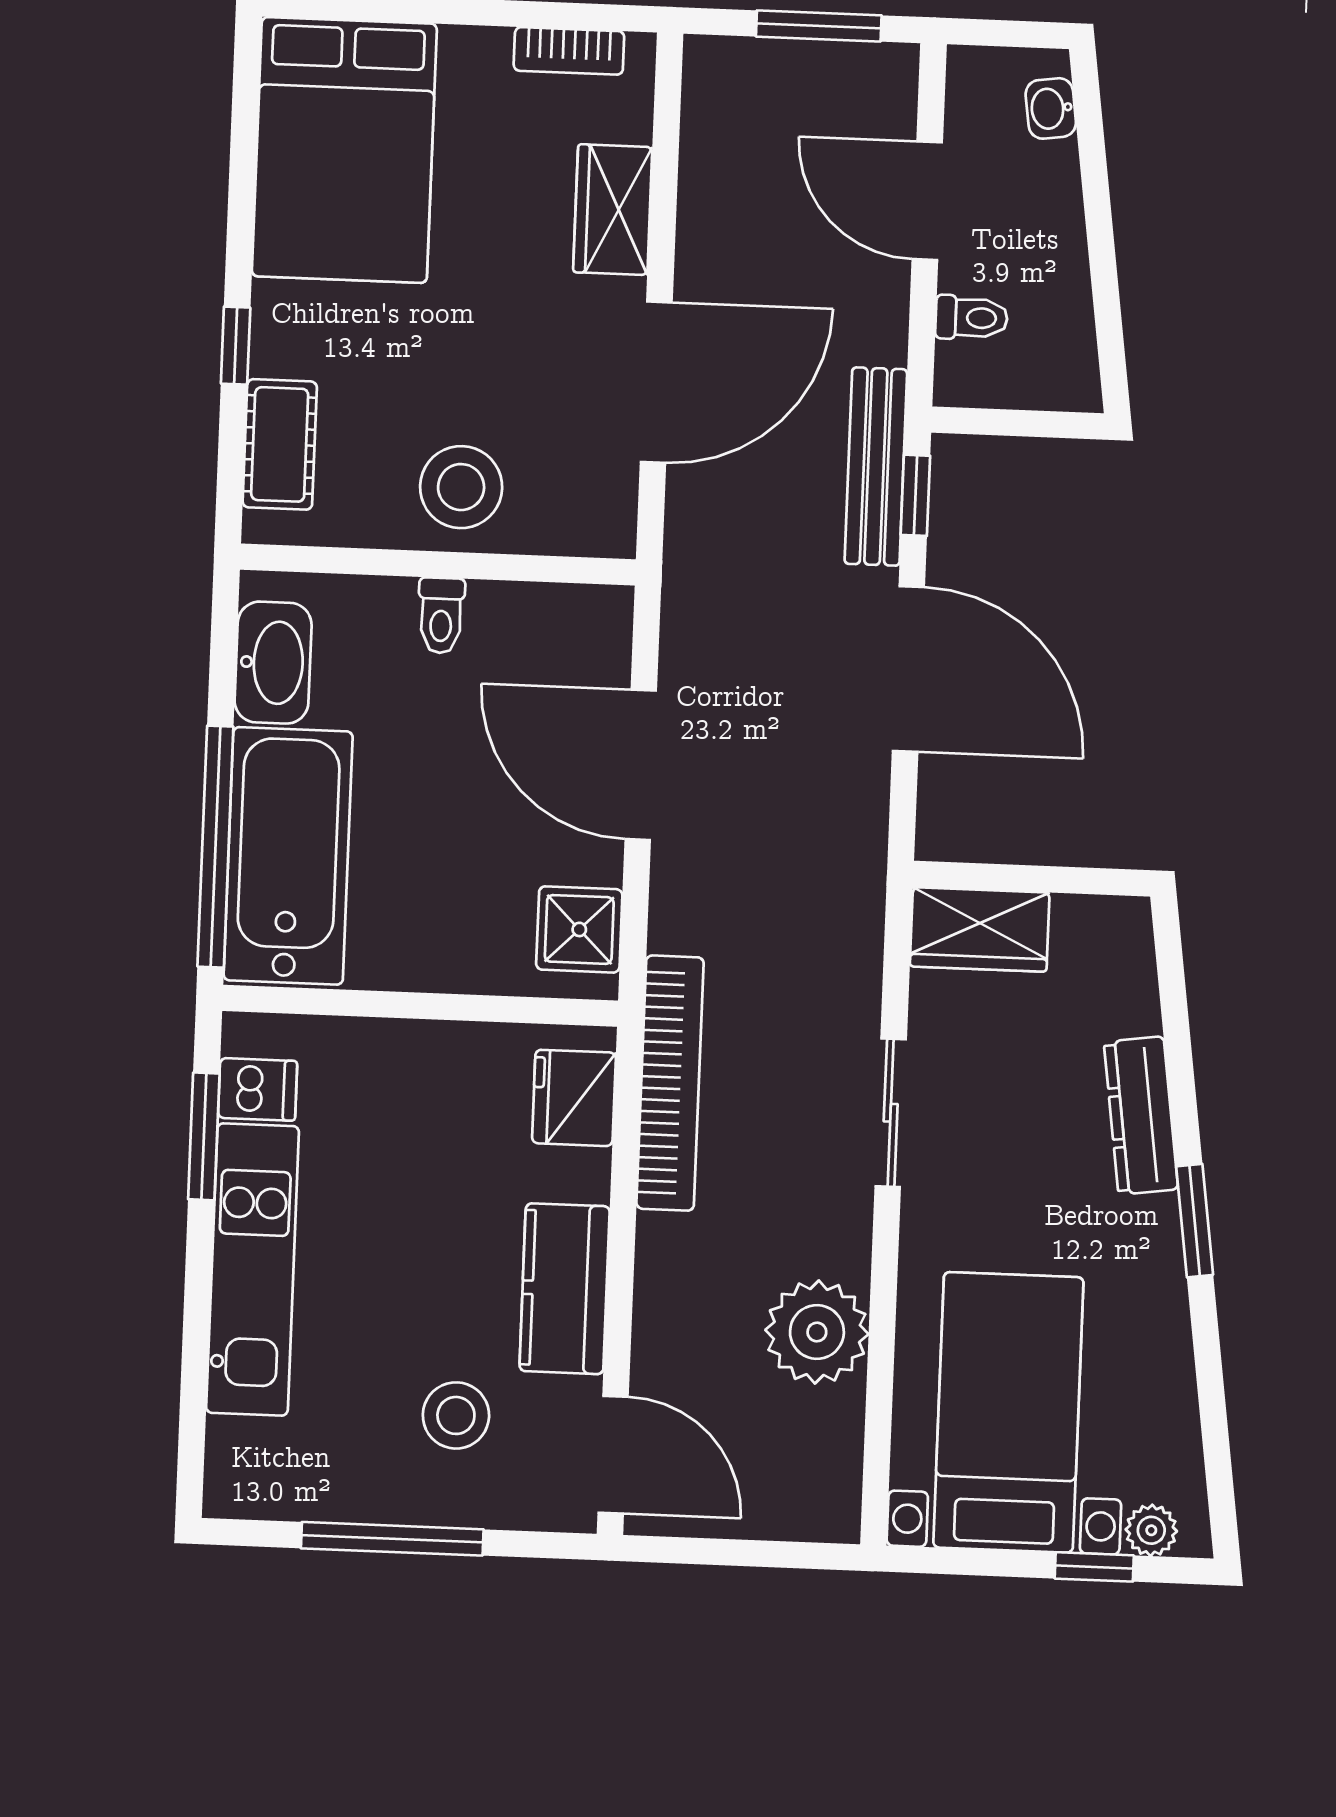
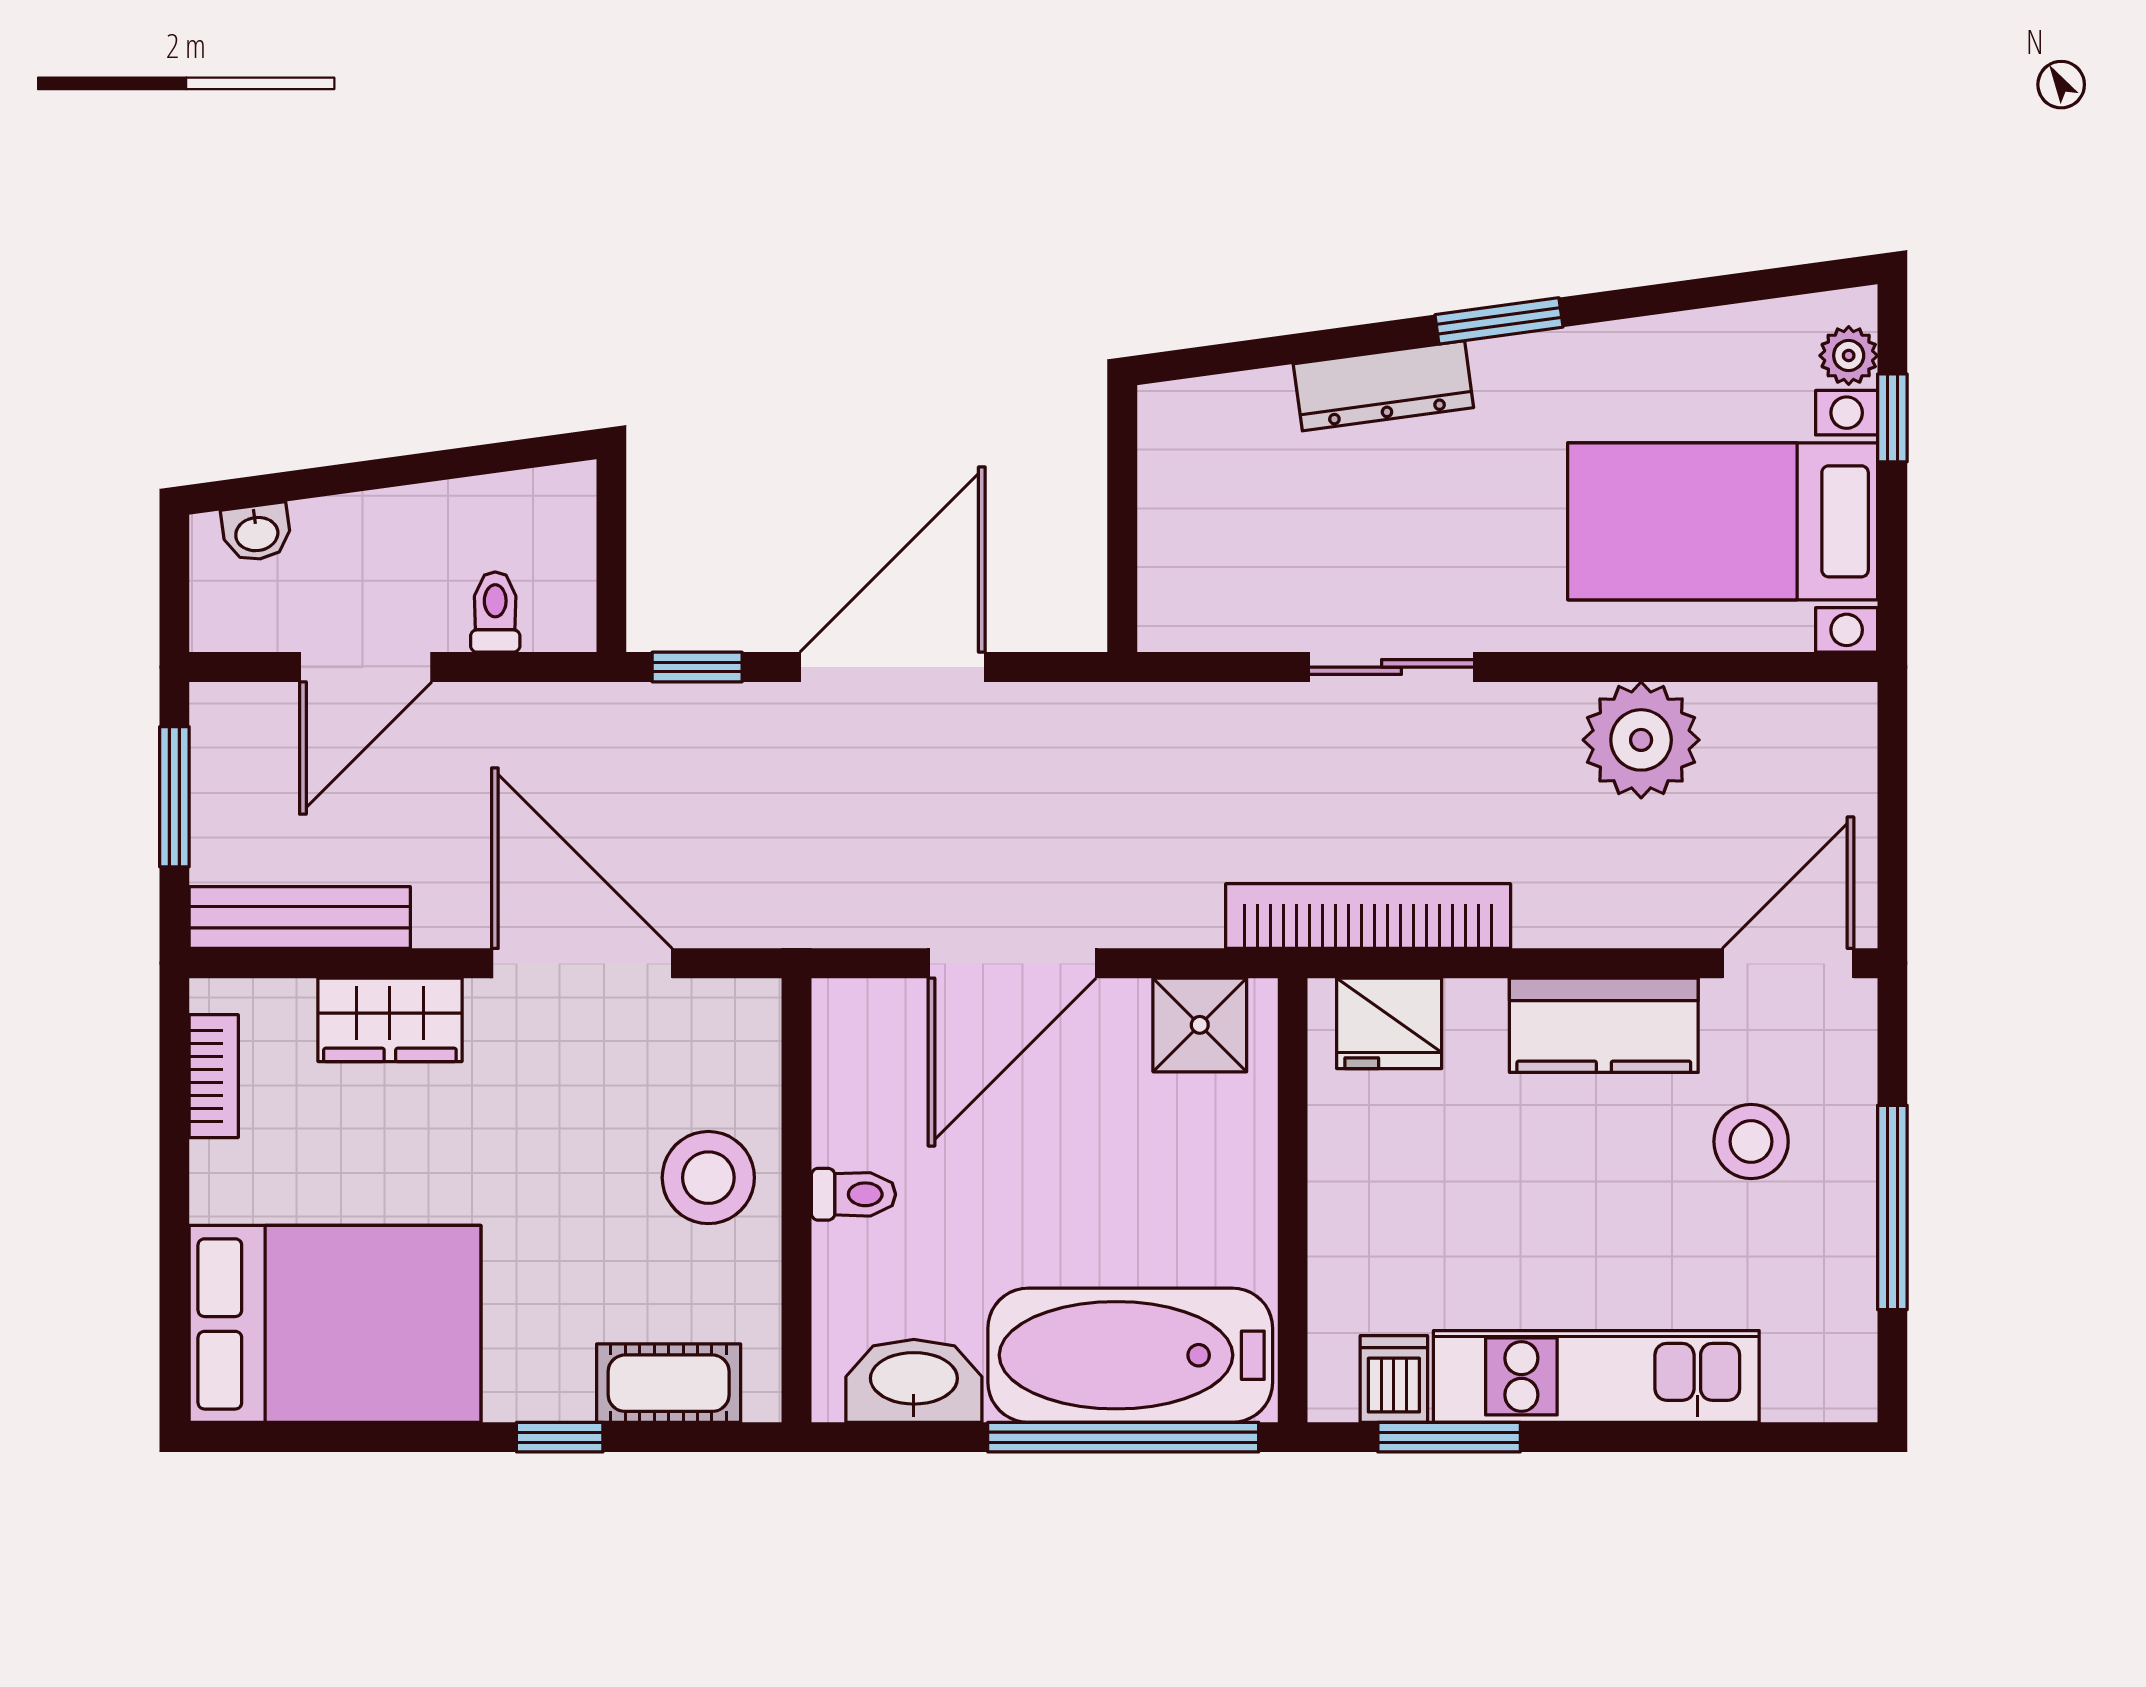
bench: (876, 467) -> (300, 917), moved
wardrobe: (980, 929) -> (1182, 575), removed

